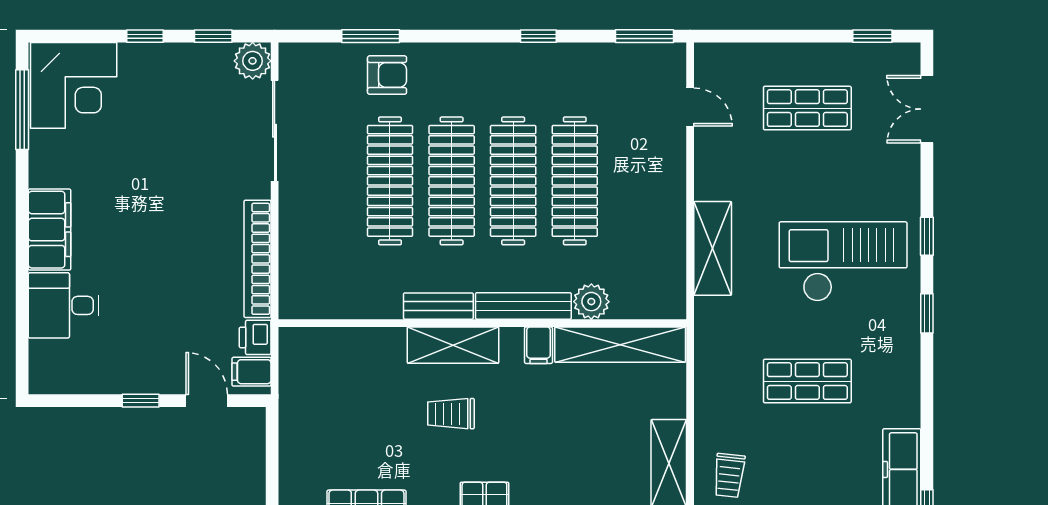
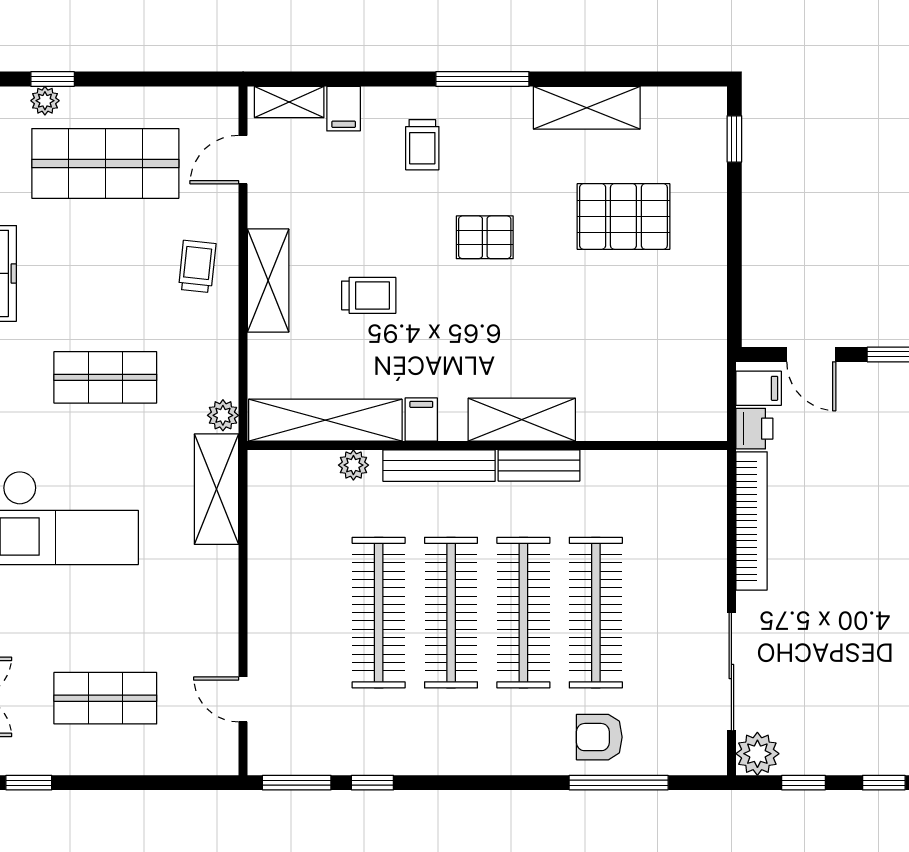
window: (371, 36) -> (619, 783), width x1.44
window: (538, 36) -> (372, 783), moved
shelving: (713, 248) -> (217, 489), moved
plant: (591, 302) -> (353, 465), width x0.73, depth x0.73
plant: (707, 349) -> (223, 415), added
trolley: (451, 414) -> (369, 295), moved

